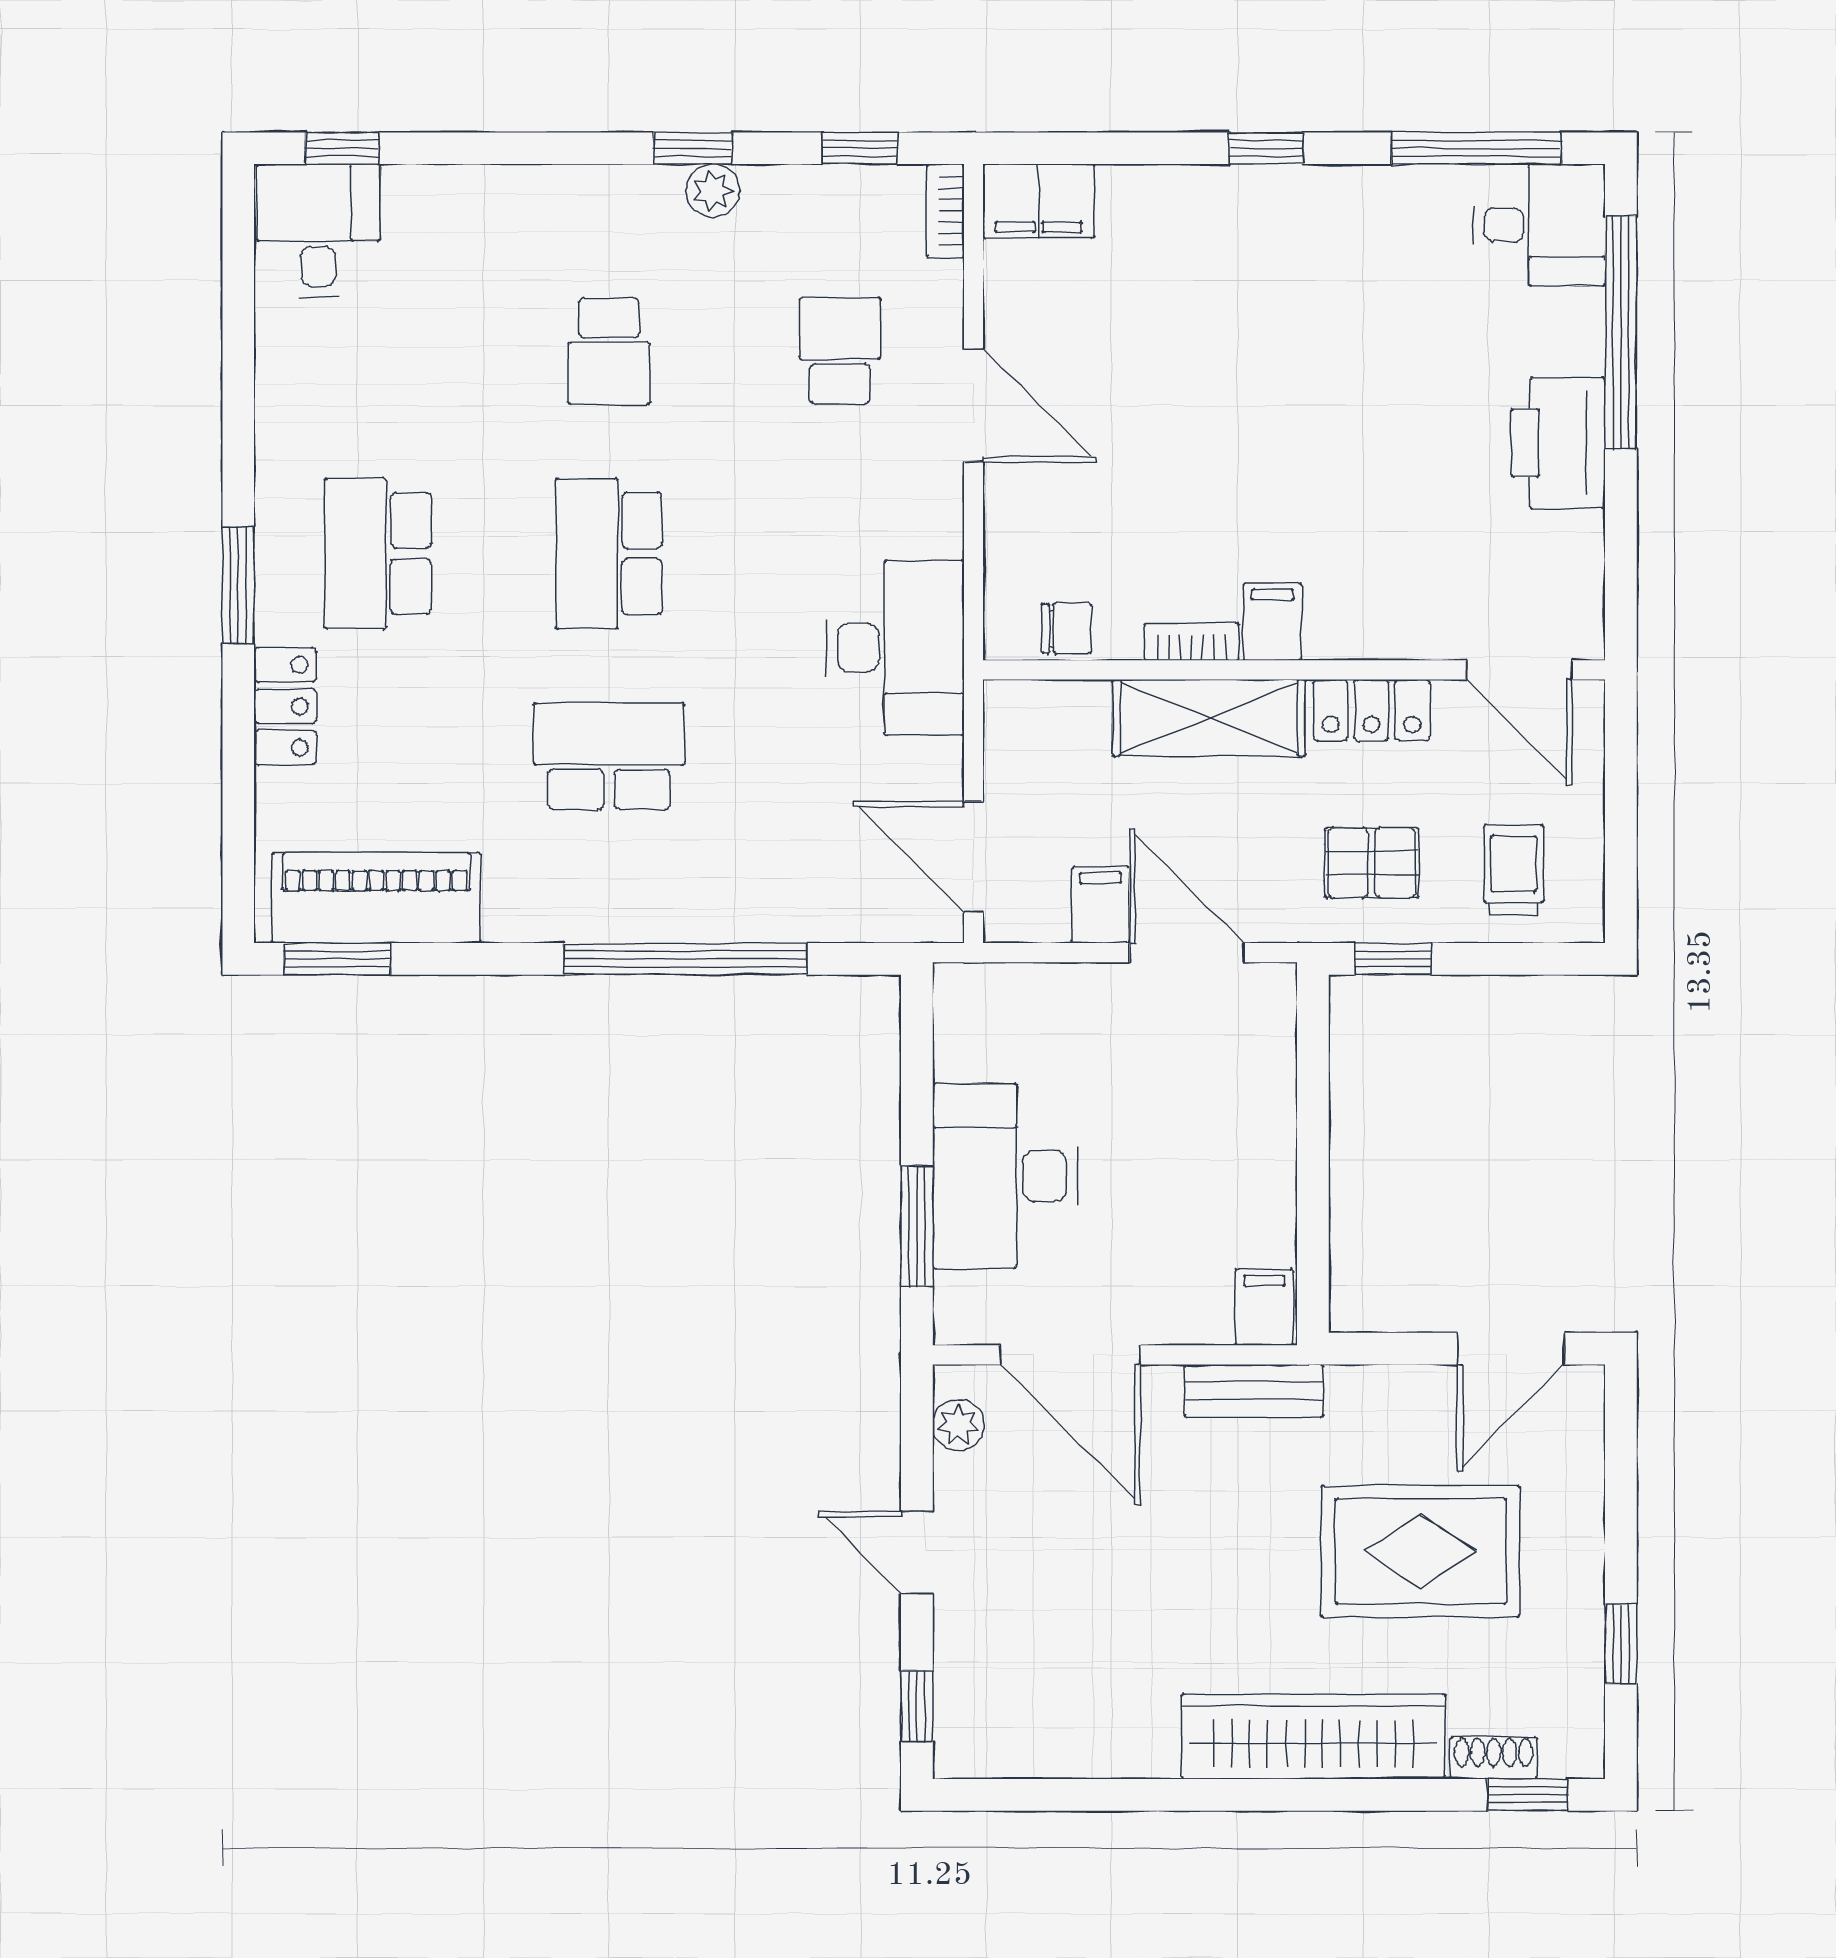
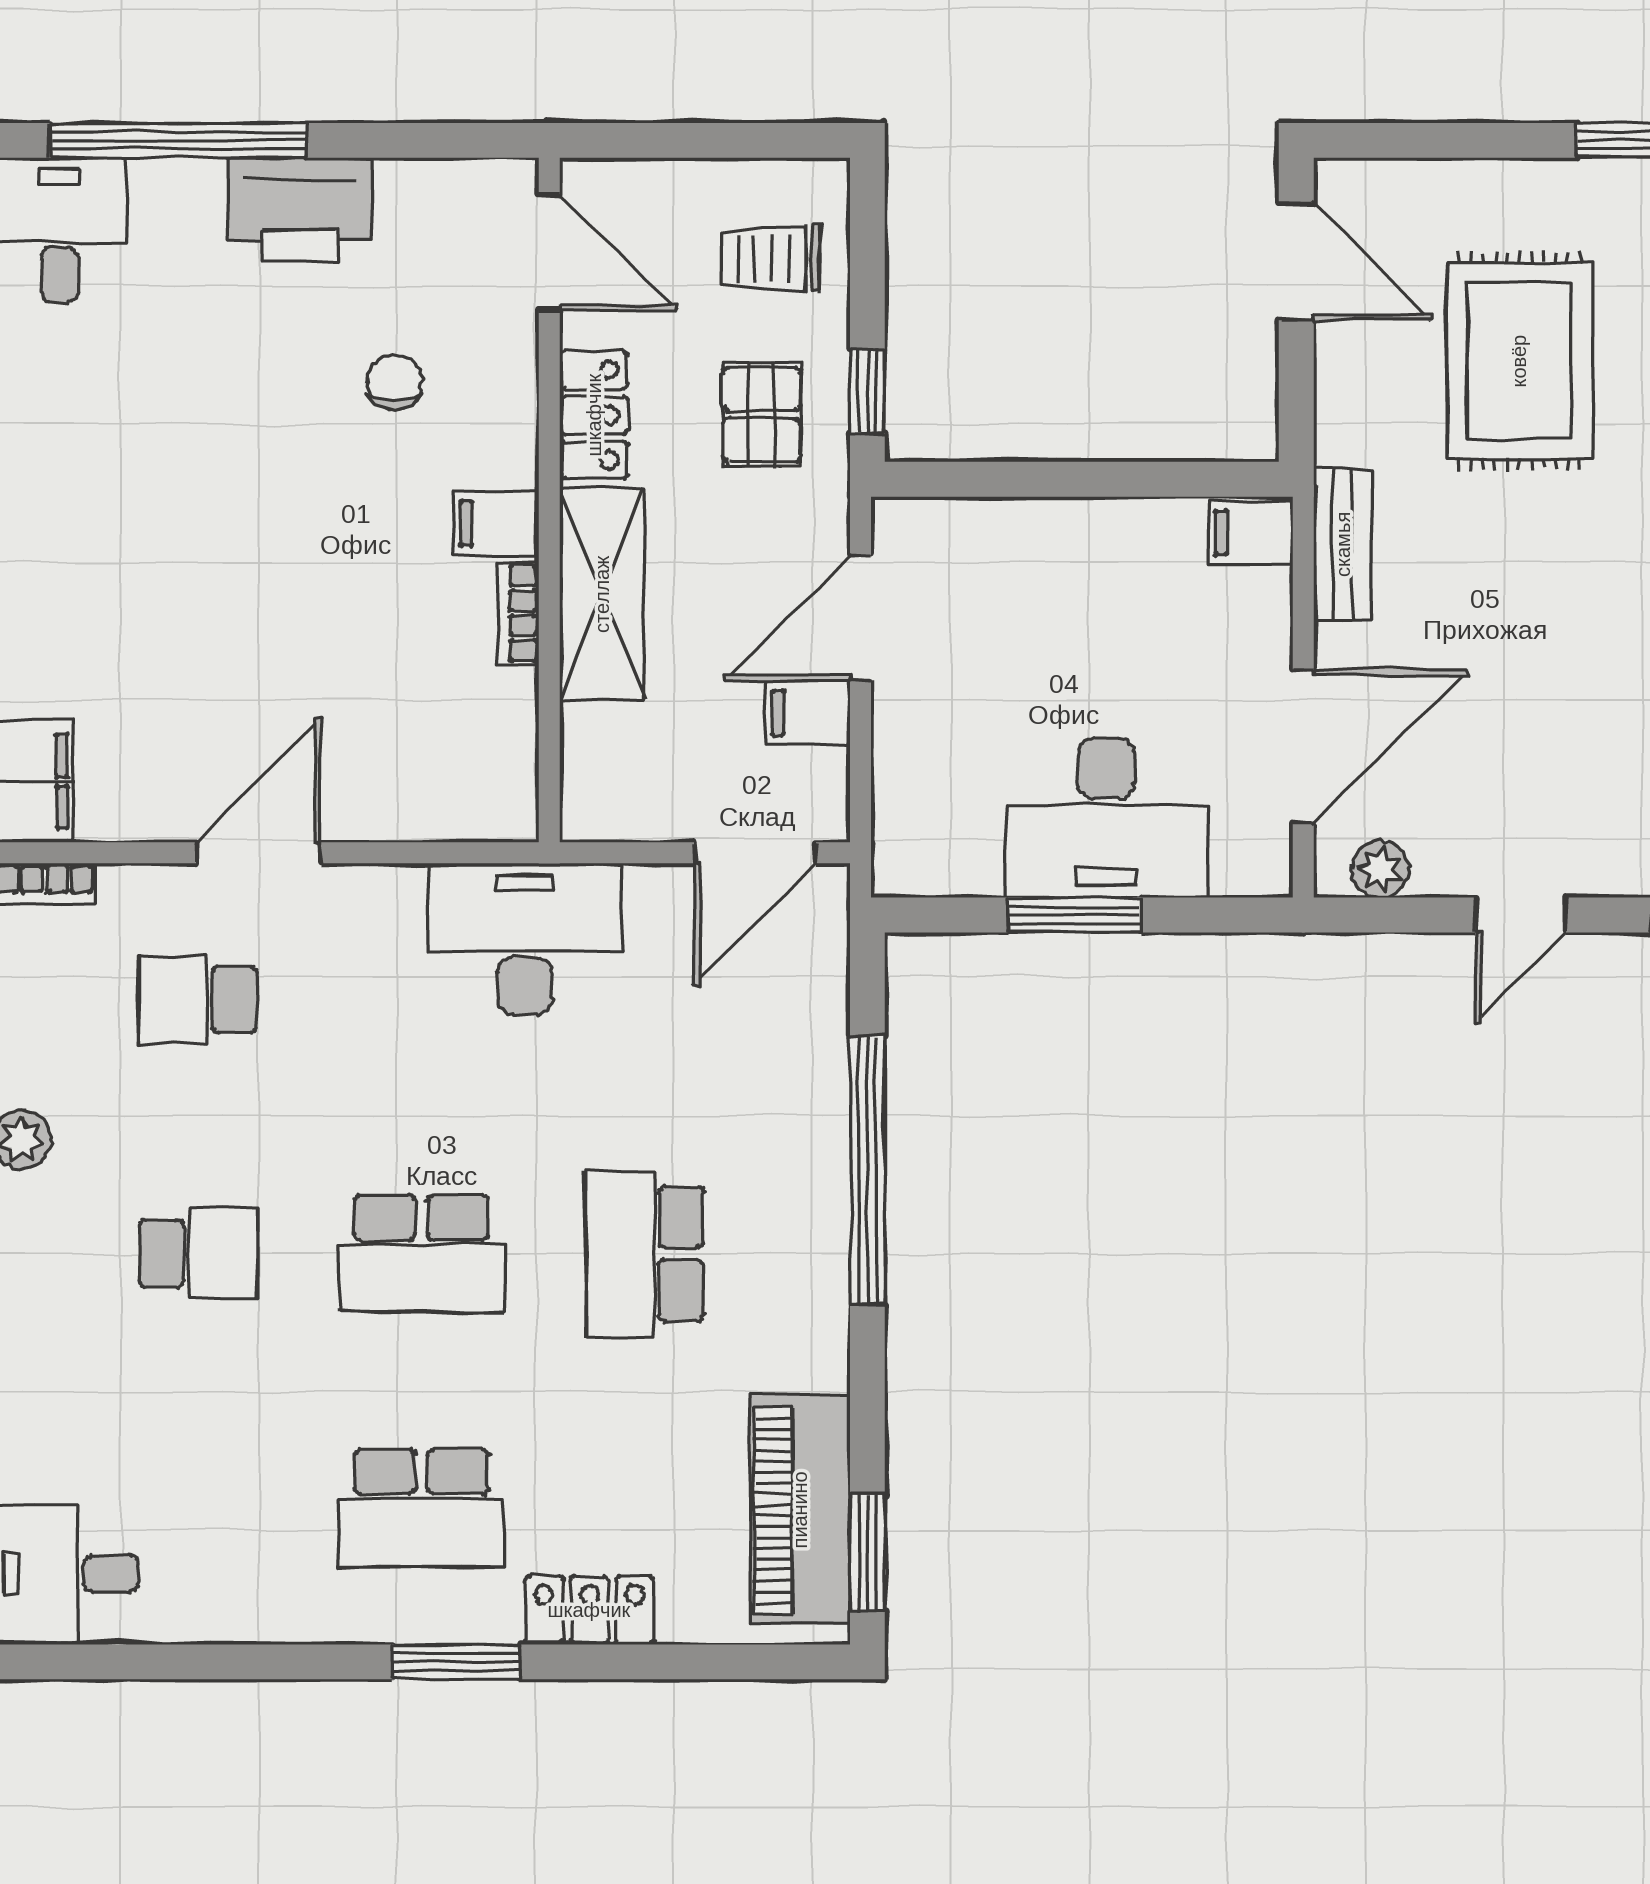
chair: (1066, 628) -> (394, 382), moved
door: (1519, 670) -> (549, 252), hinge flipped
window: (917, 1226) -> (1075, 915), moved

